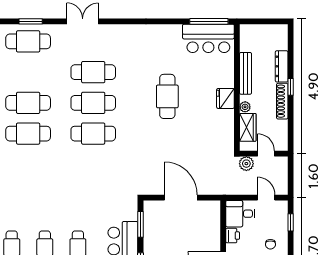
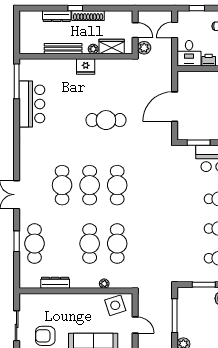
bar counter: (208, 38) -> (32, 104), moved
cafe table: (167, 96) -> (106, 120), moved
door: (266, 154) -> (135, 30), swing flipped

